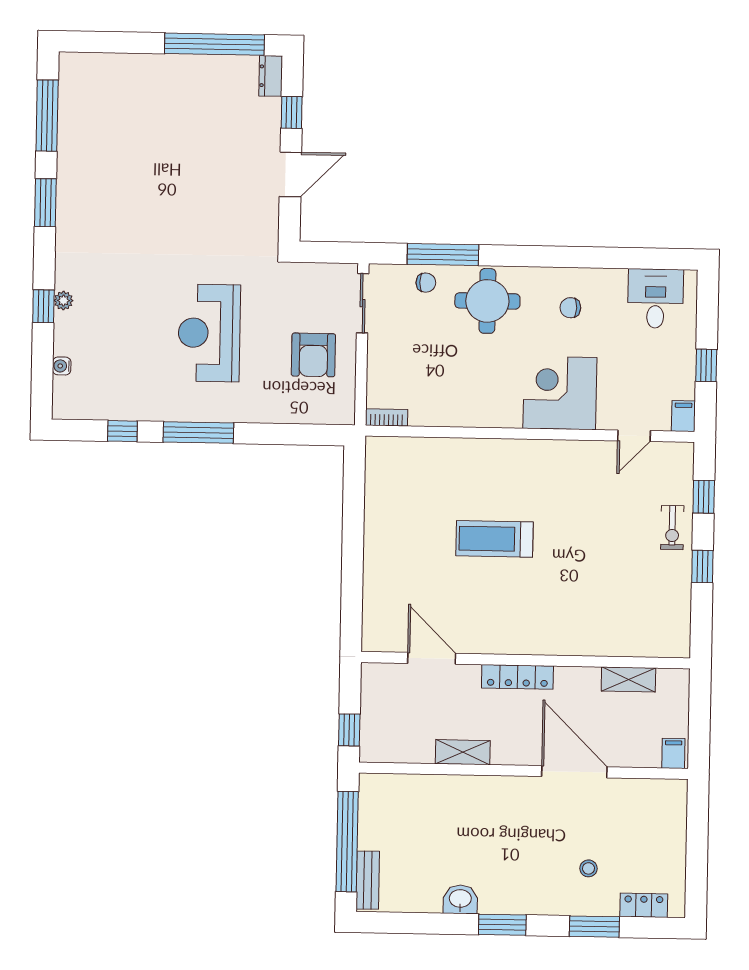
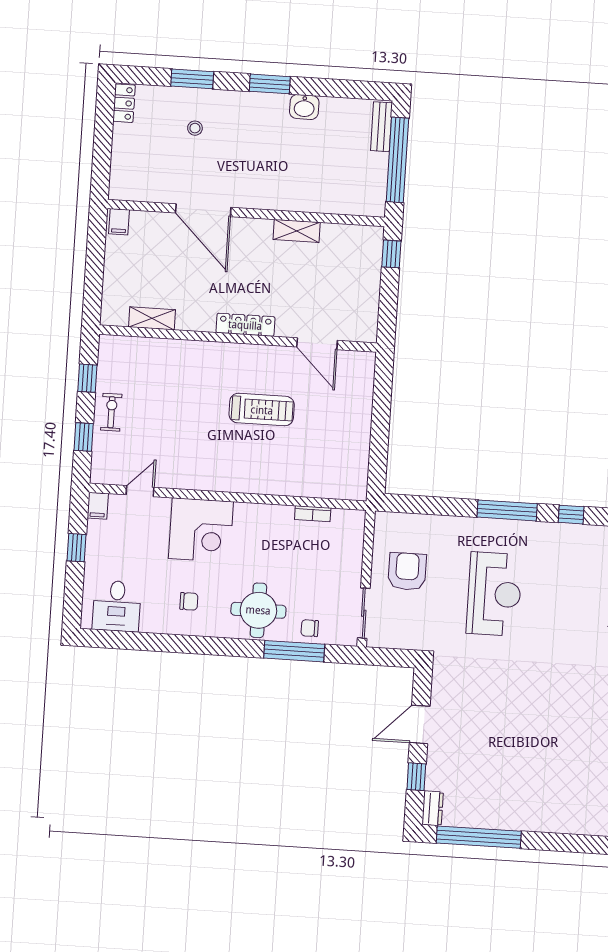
bookcase: (387, 417) -> (313, 514), moved
door: (432, 658) -> (317, 344), moved
wall: (526, 660) -> (238, 339), moved
locker: (517, 677) -> (245, 325), moved
shelving: (628, 679) -> (152, 318), moved
locker: (644, 905) -> (124, 103), moved, turned -90

